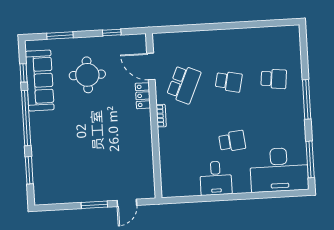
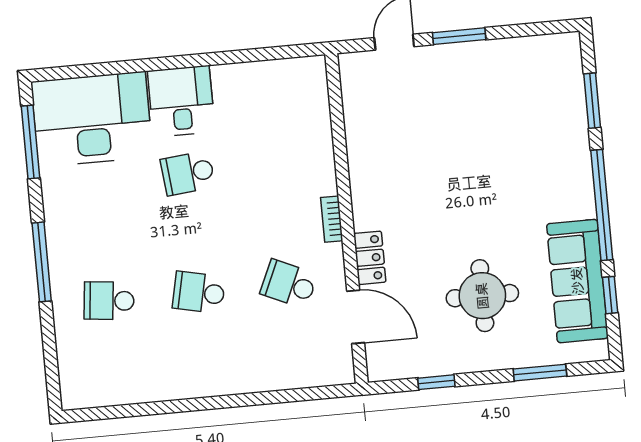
school desk: (184, 84) -> (289, 284), width x0.54
desk: (216, 178) -> (181, 101), moved

